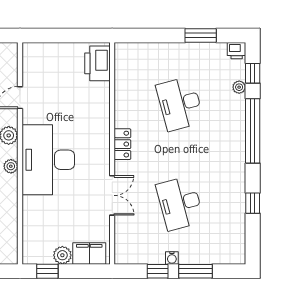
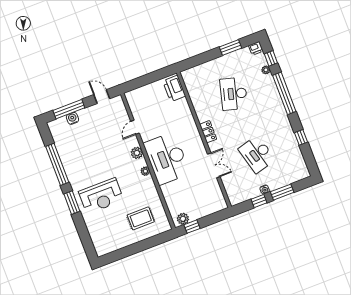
desk: (180, 104) -> (234, 94), turned 30
filing cabinet: (89, 253) -> (213, 206), removed
plant: (62, 255) -> (183, 219), moved

